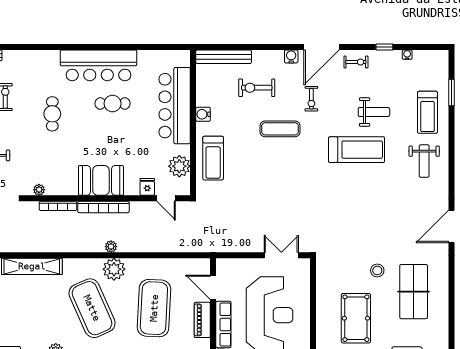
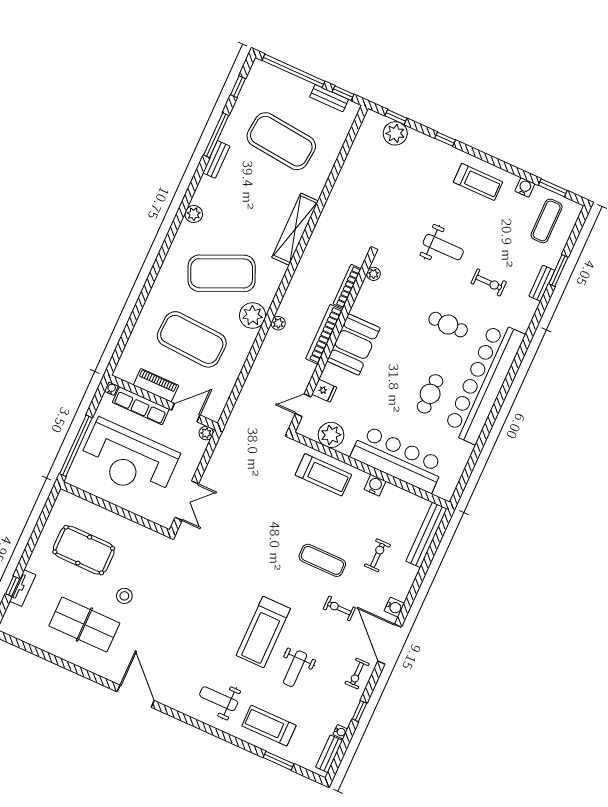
bench: (428, 56) -> (329, 754), added
bar counter: (99, 65) -> (484, 383), width x1.36
exercise bike: (257, 88) -> (377, 555), width x0.73, depth x0.72
exercise mat: (280, 129) -> (322, 560), turned 90
treadmill: (213, 158) -> (323, 475), turned 180
plant: (222, 264) -> (206, 433), added

